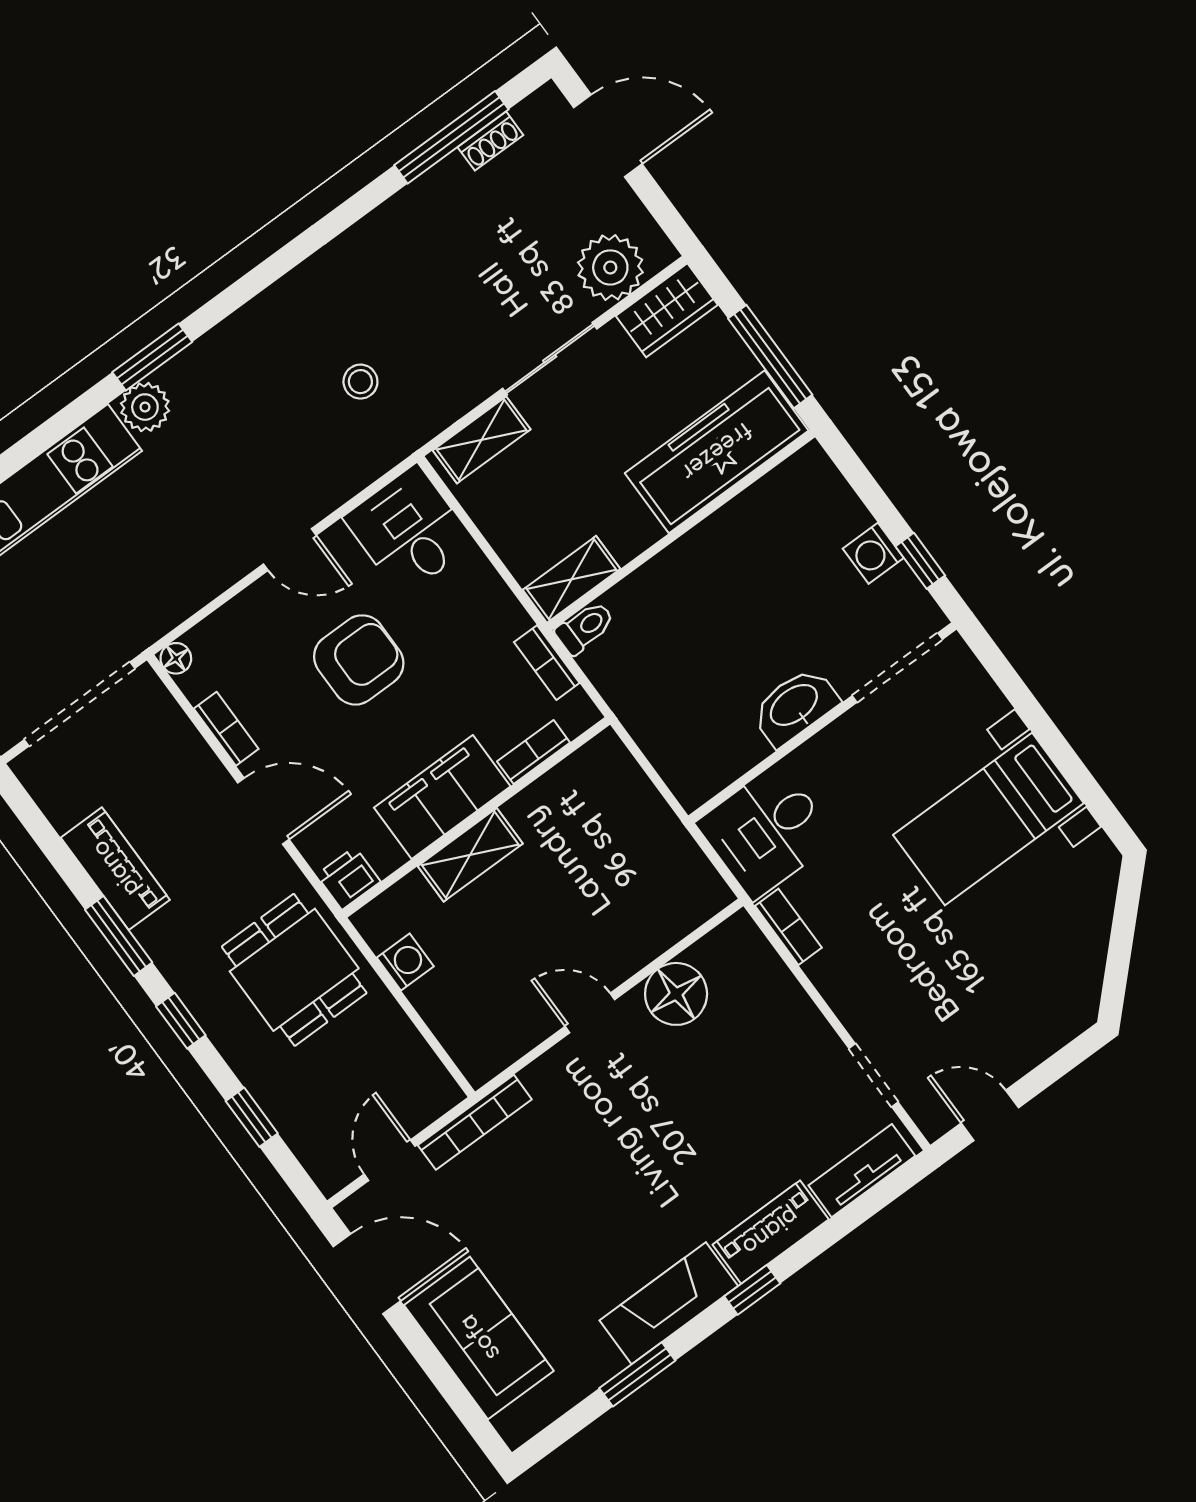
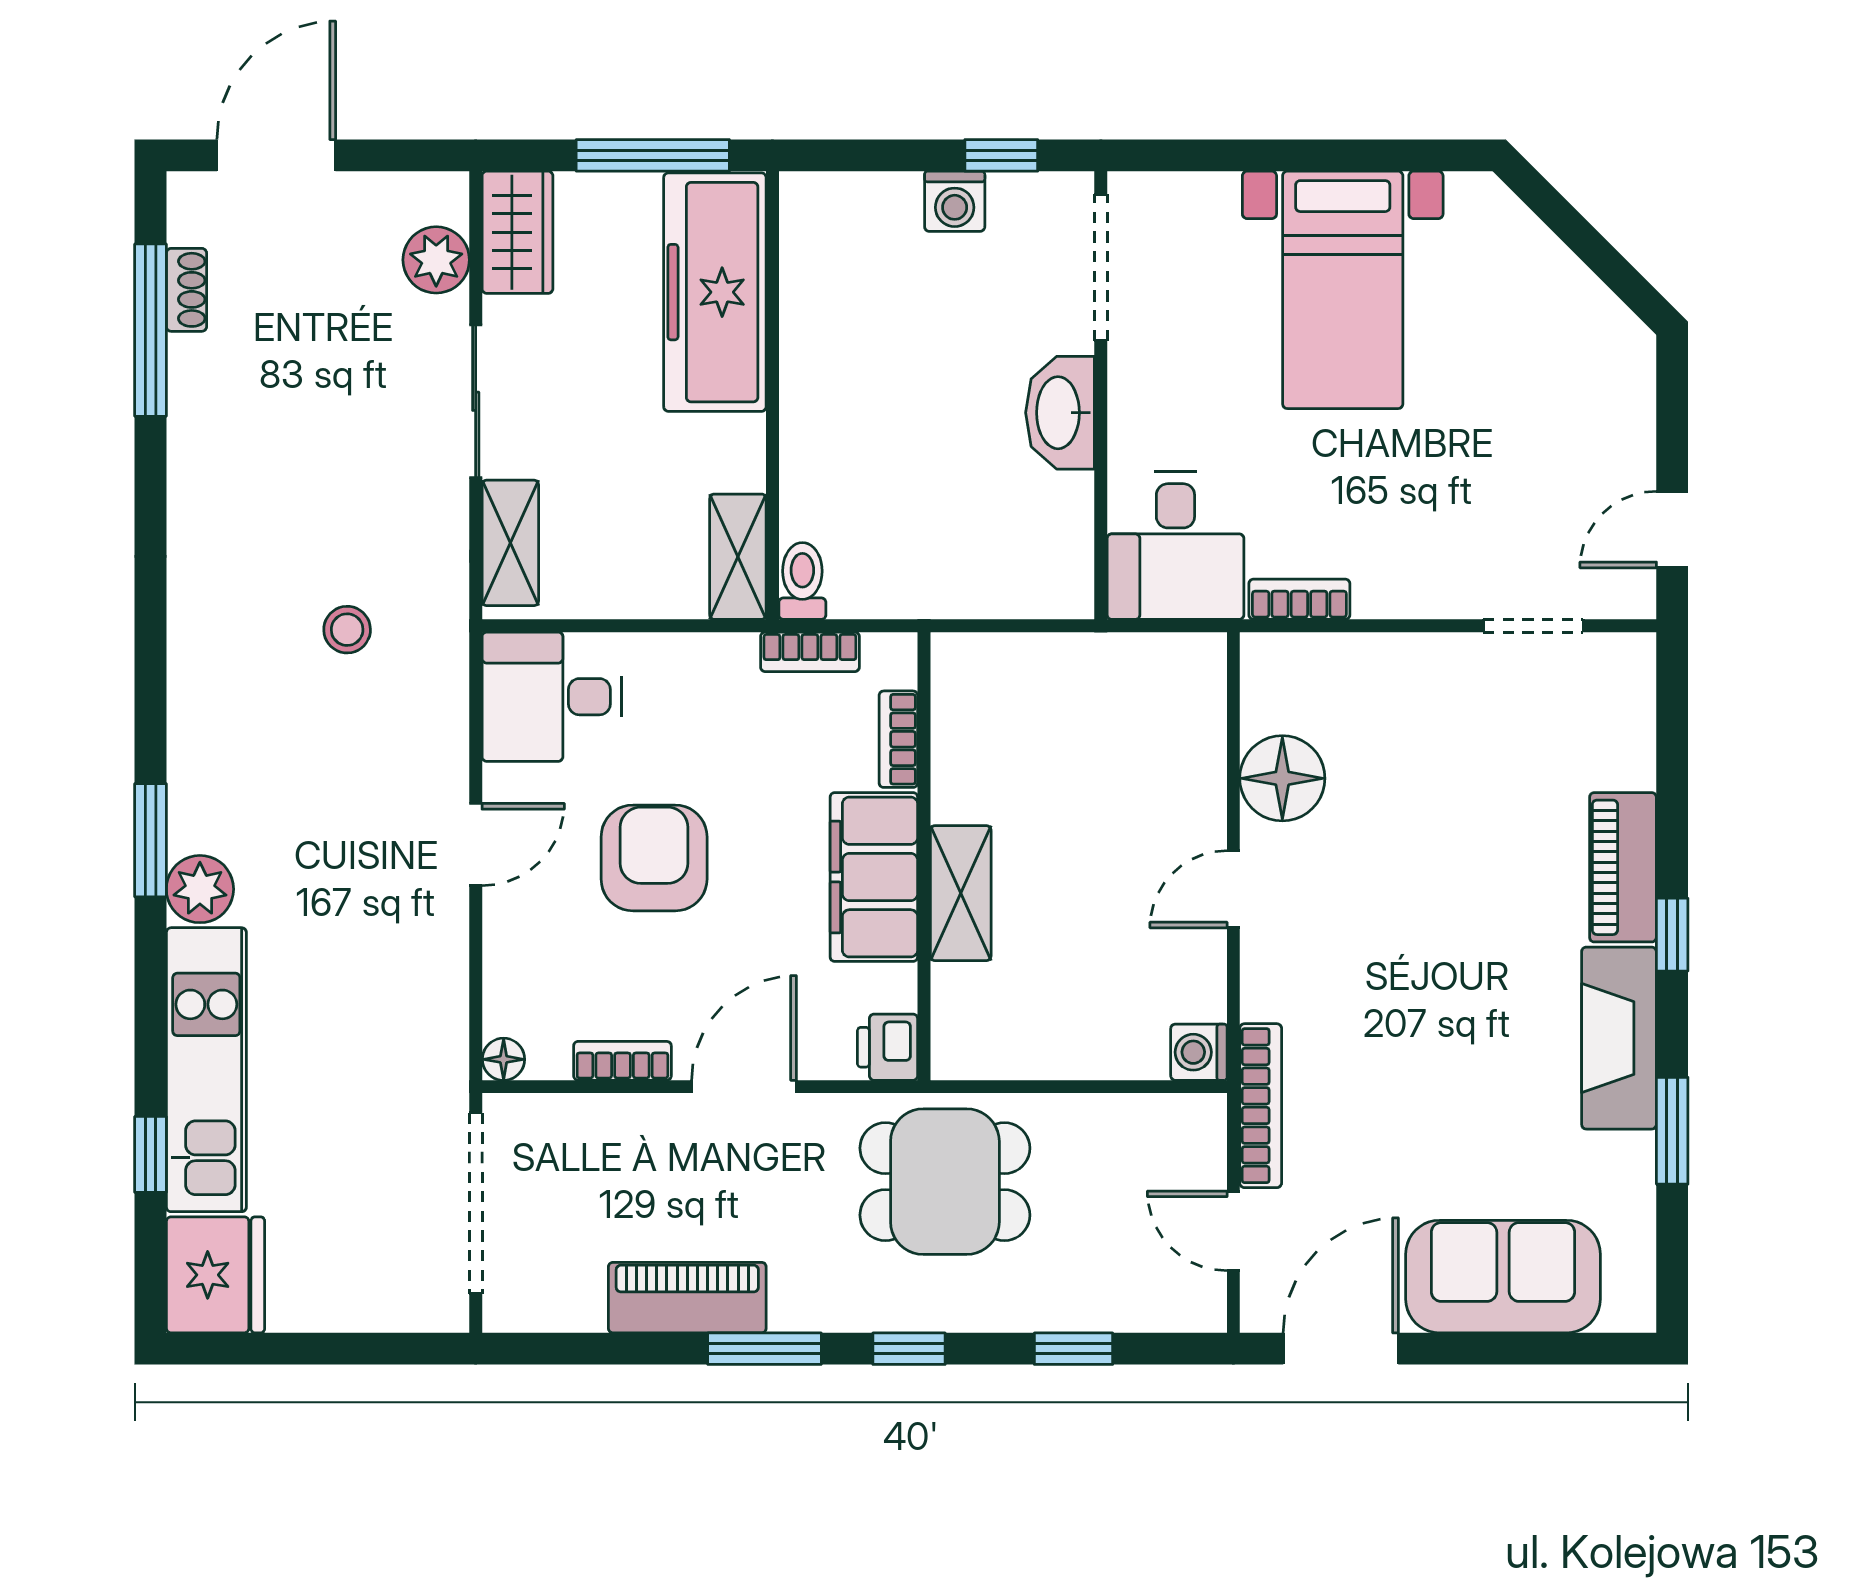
plant: (610, 267) -> (436, 260), width x0.73, depth x0.73
washing machine: (405, 962) -> (1199, 1052), moved, turned -90
tv unit: (862, 1171) -> (1629, 716), removed

